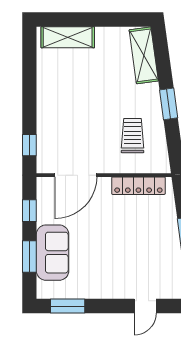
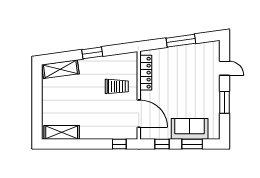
shelving: (68, 37) -> (62, 132), moved, turned 90
trolley: (132, 136) -> (117, 86), moved, turned 180
window: (68, 306) -> (225, 102), moved

